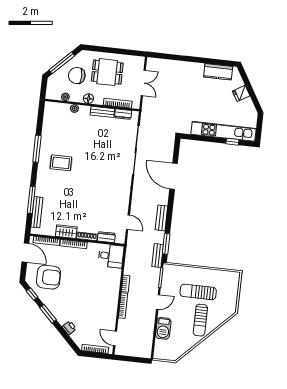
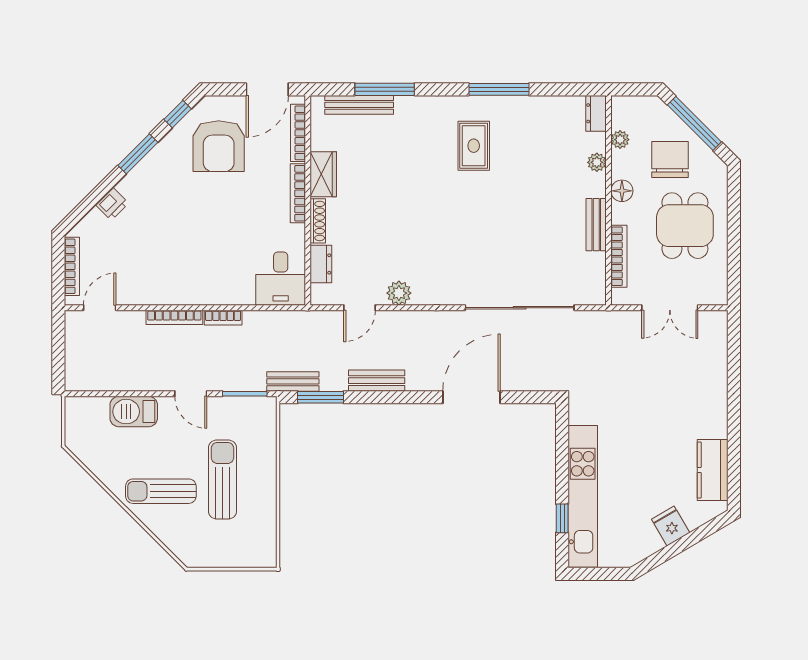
dresser: (123, 114) -> (596, 113), moved
plant: (123, 204) -> (399, 293), added

